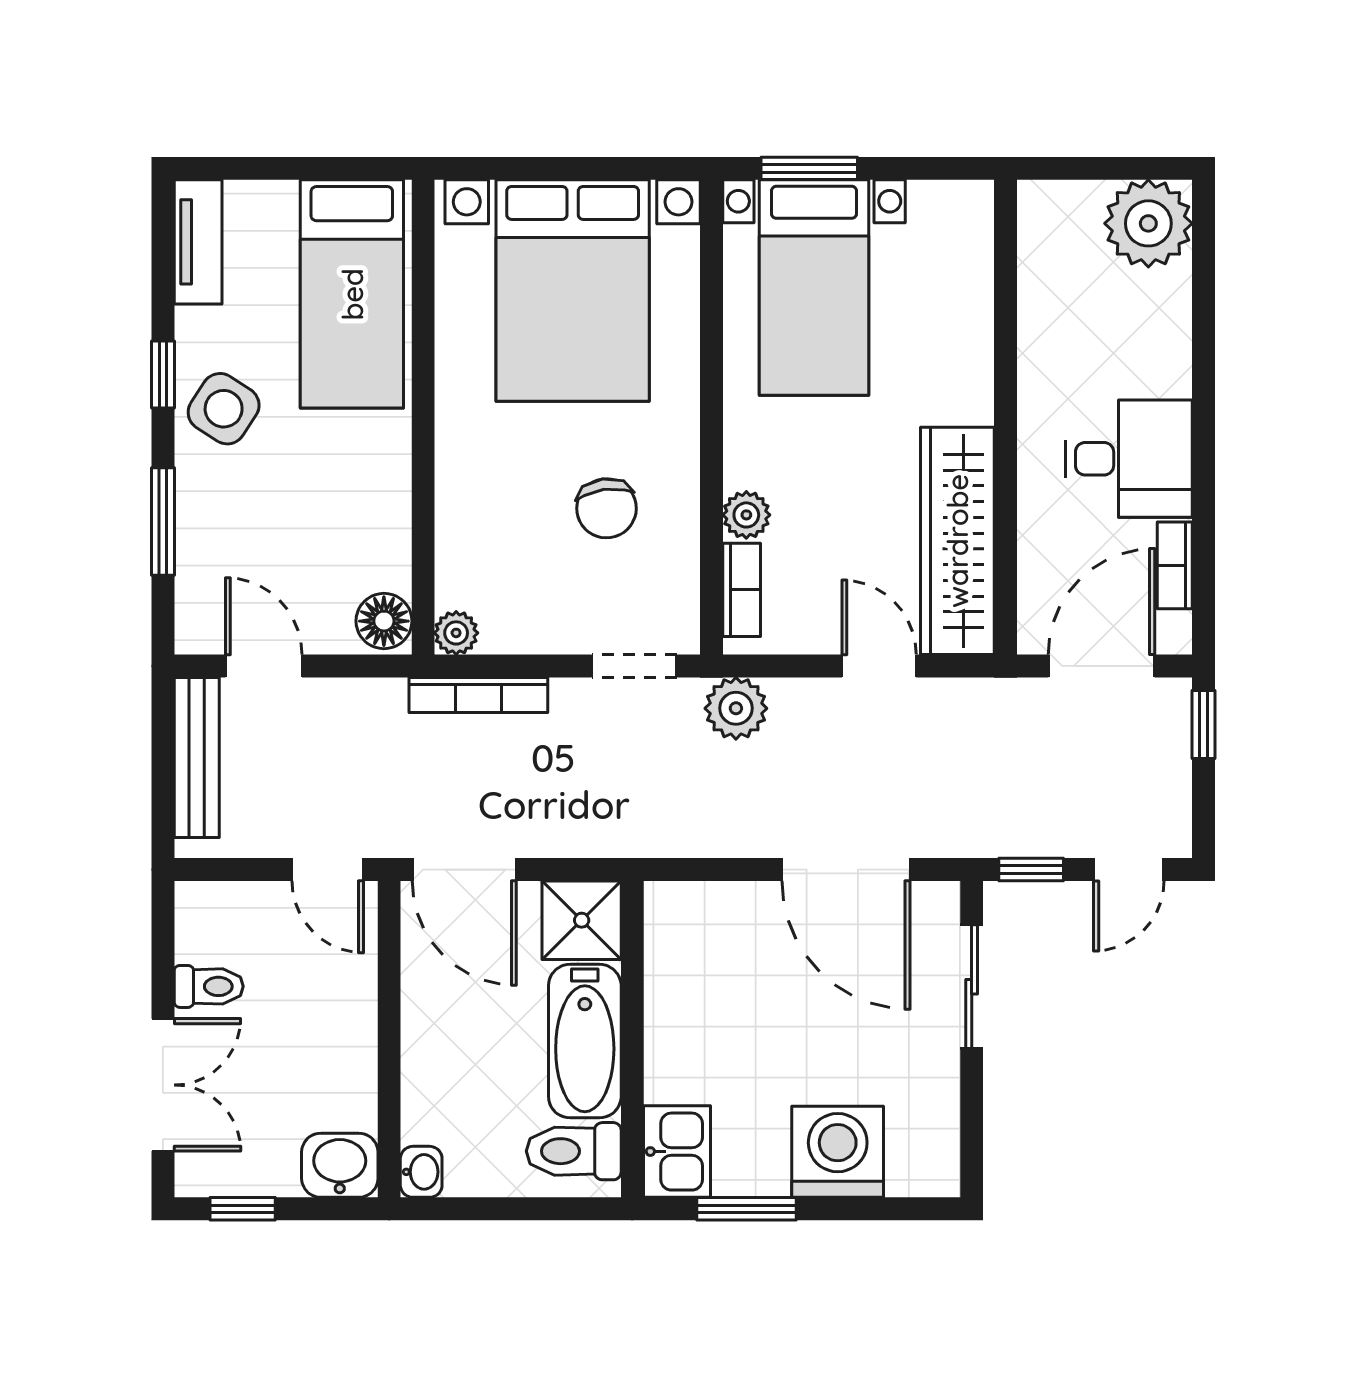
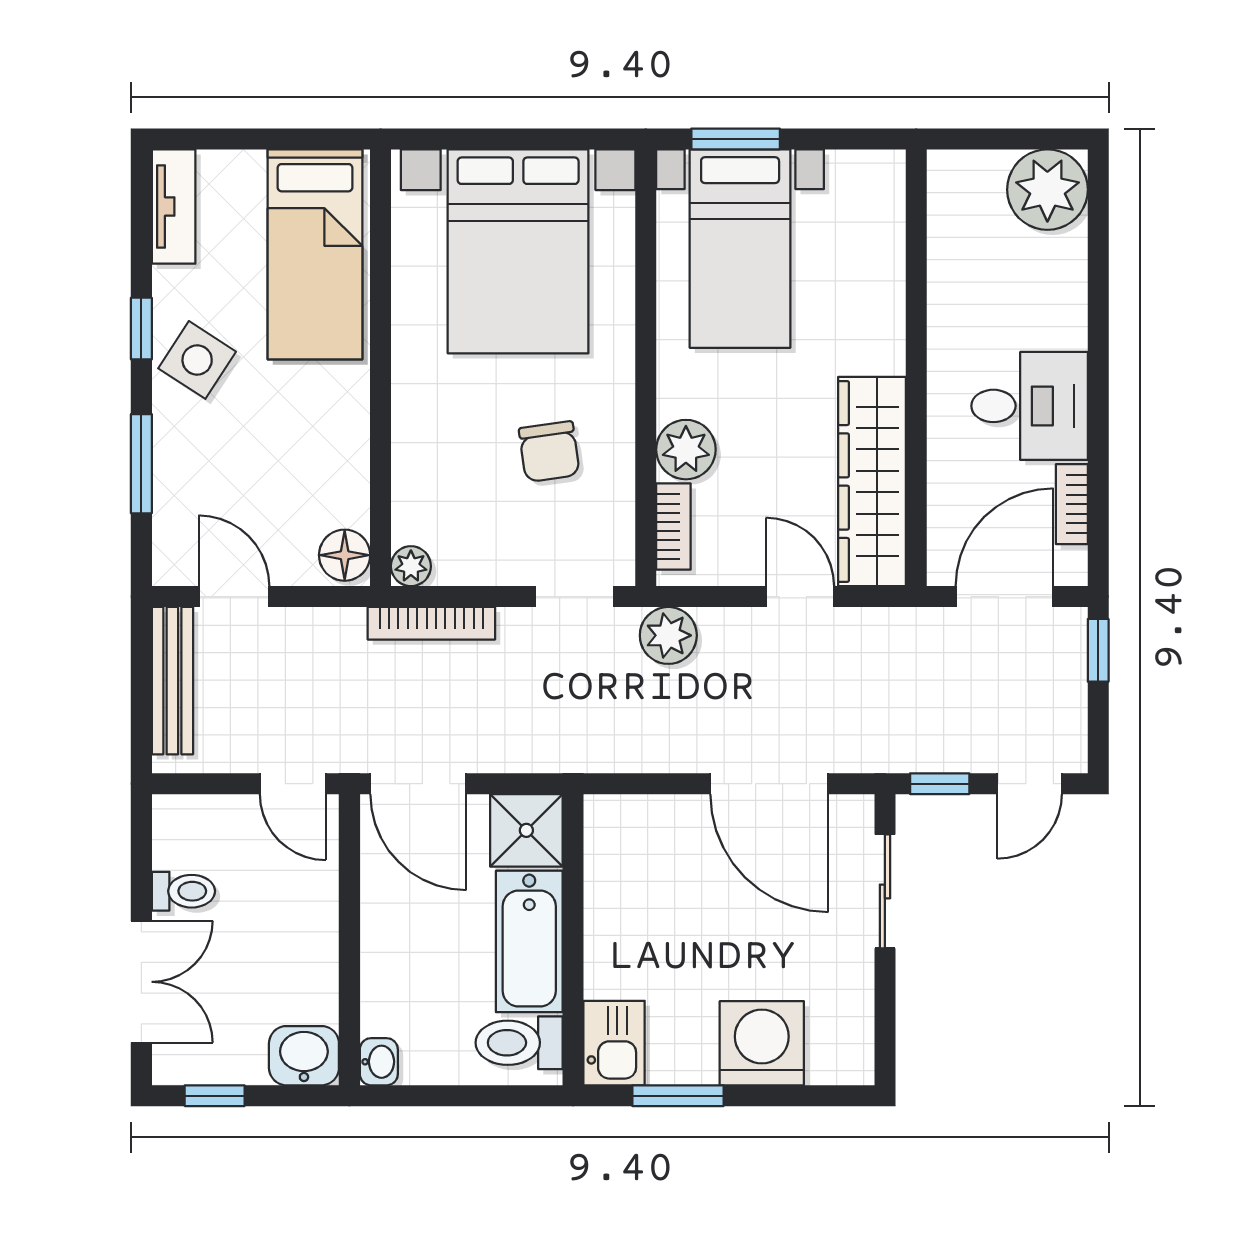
plant: (746, 515) -> (686, 450), width x1.38, depth x1.38

